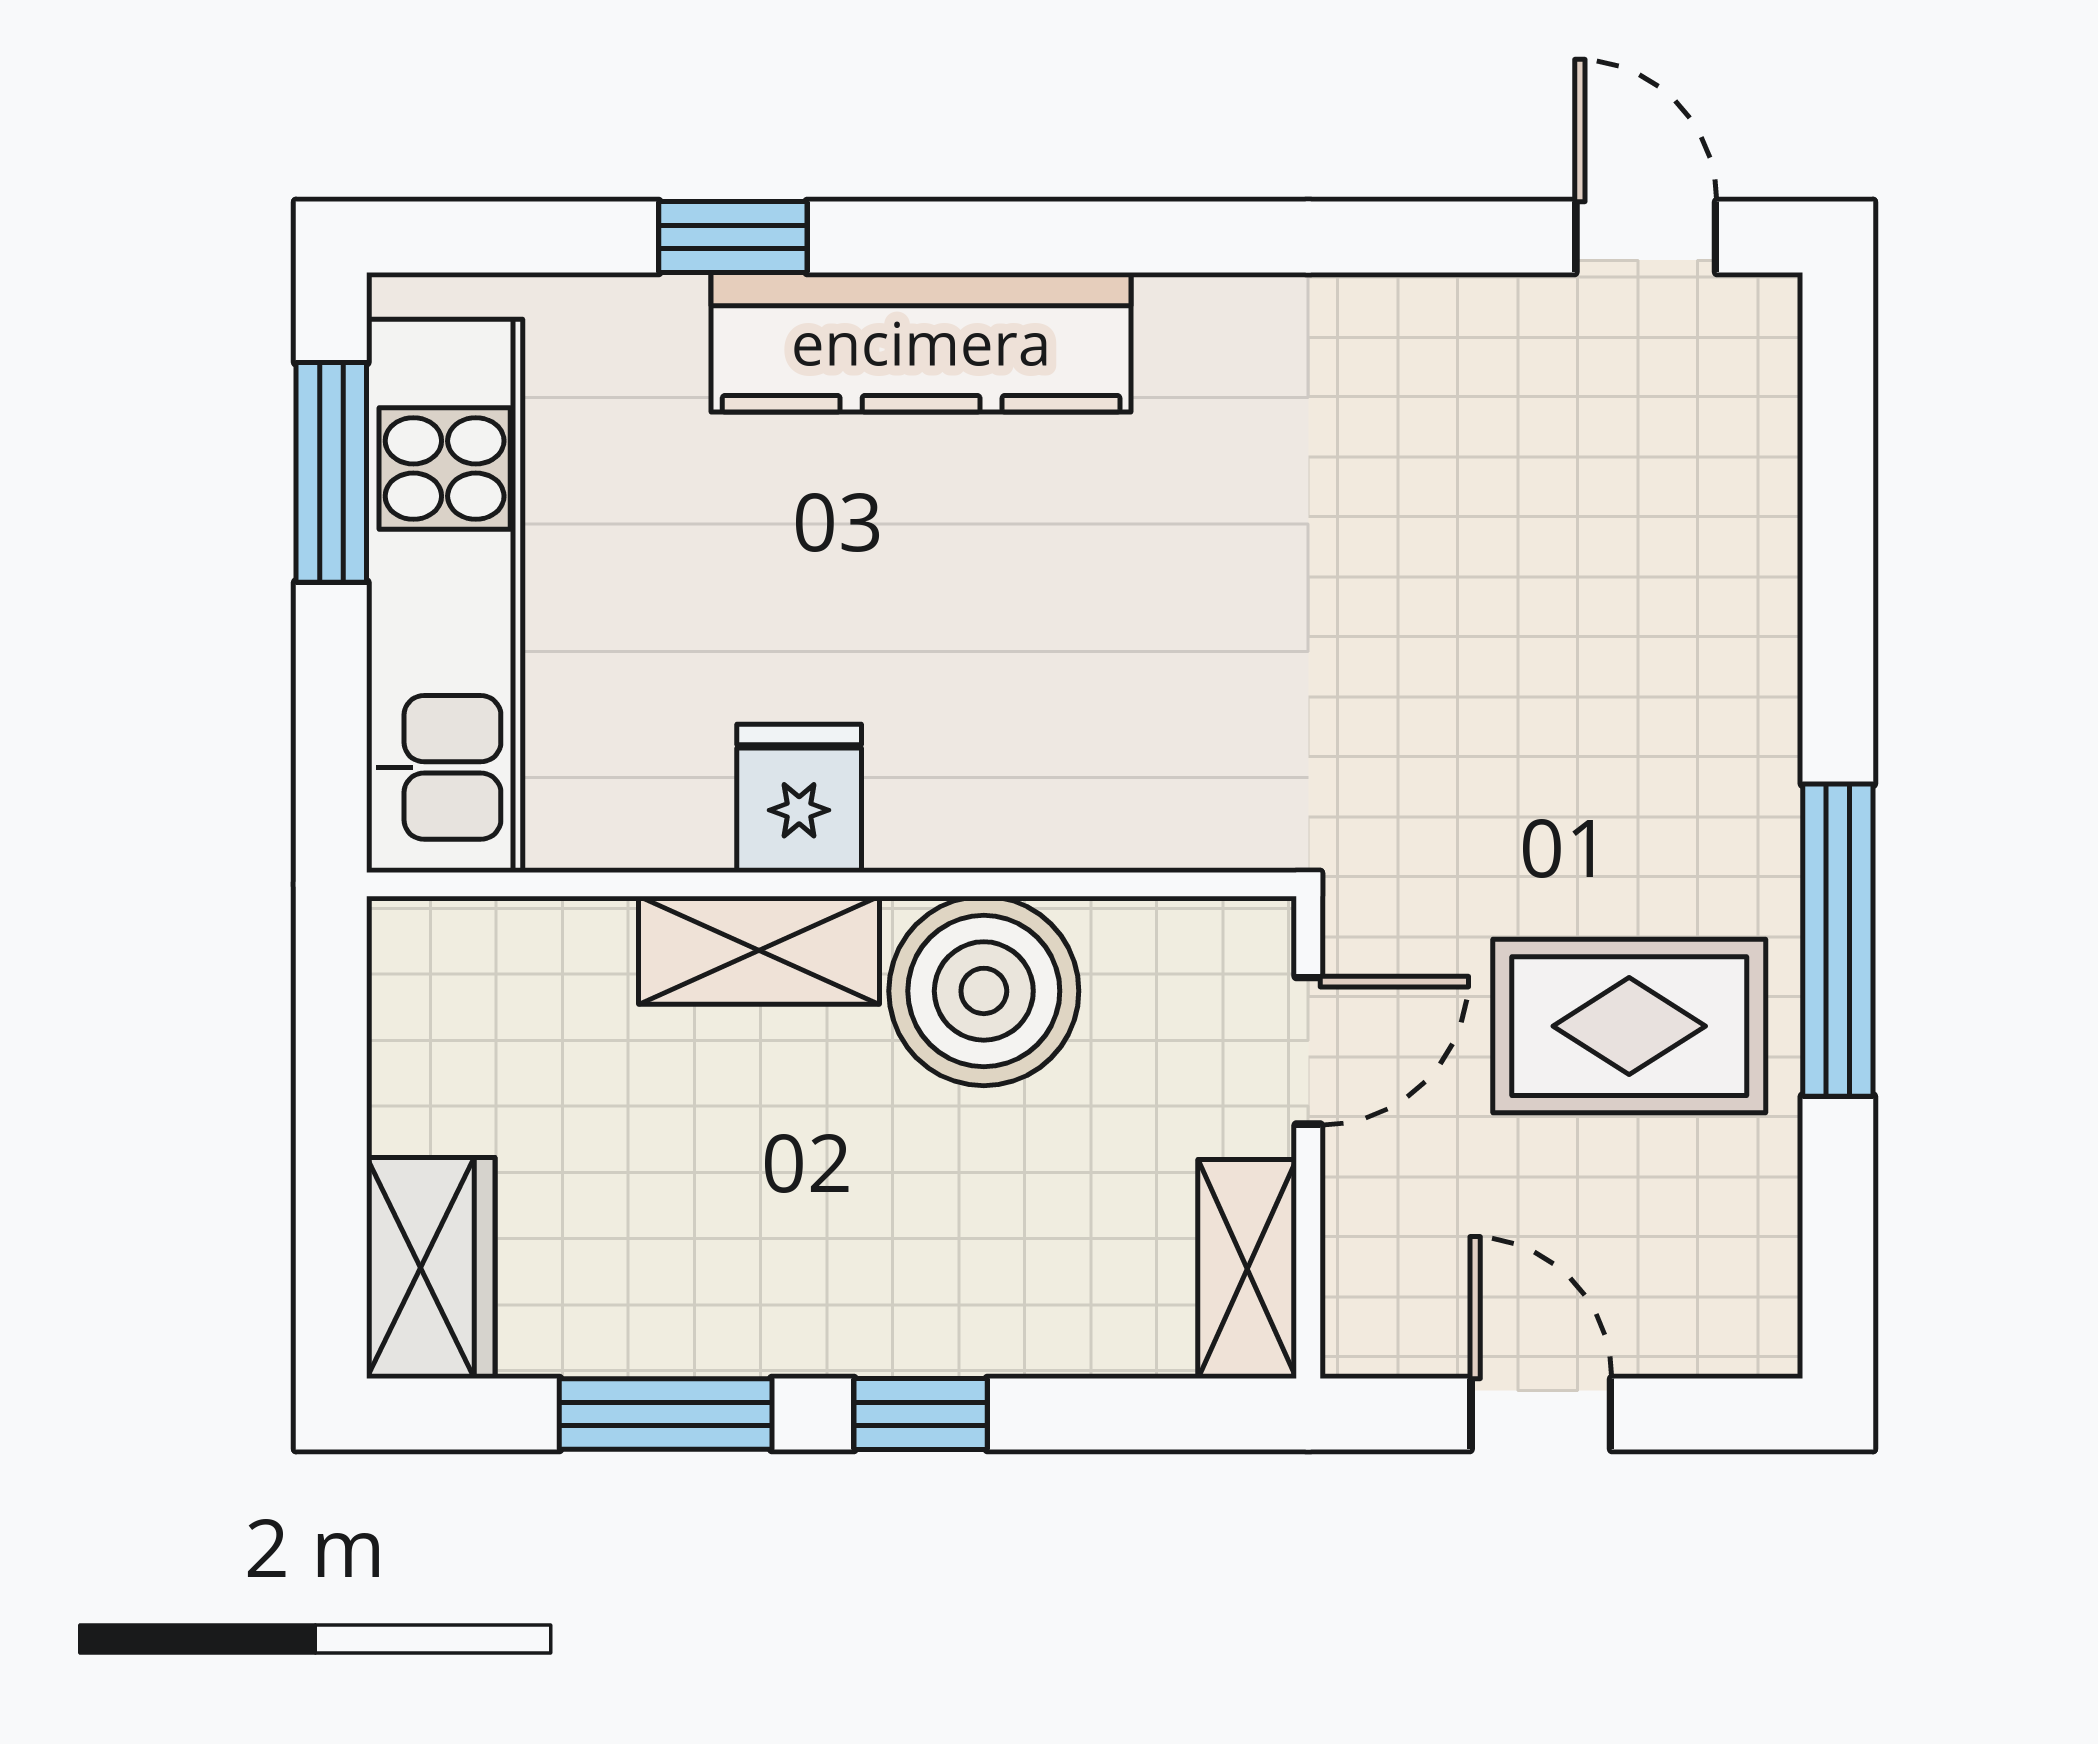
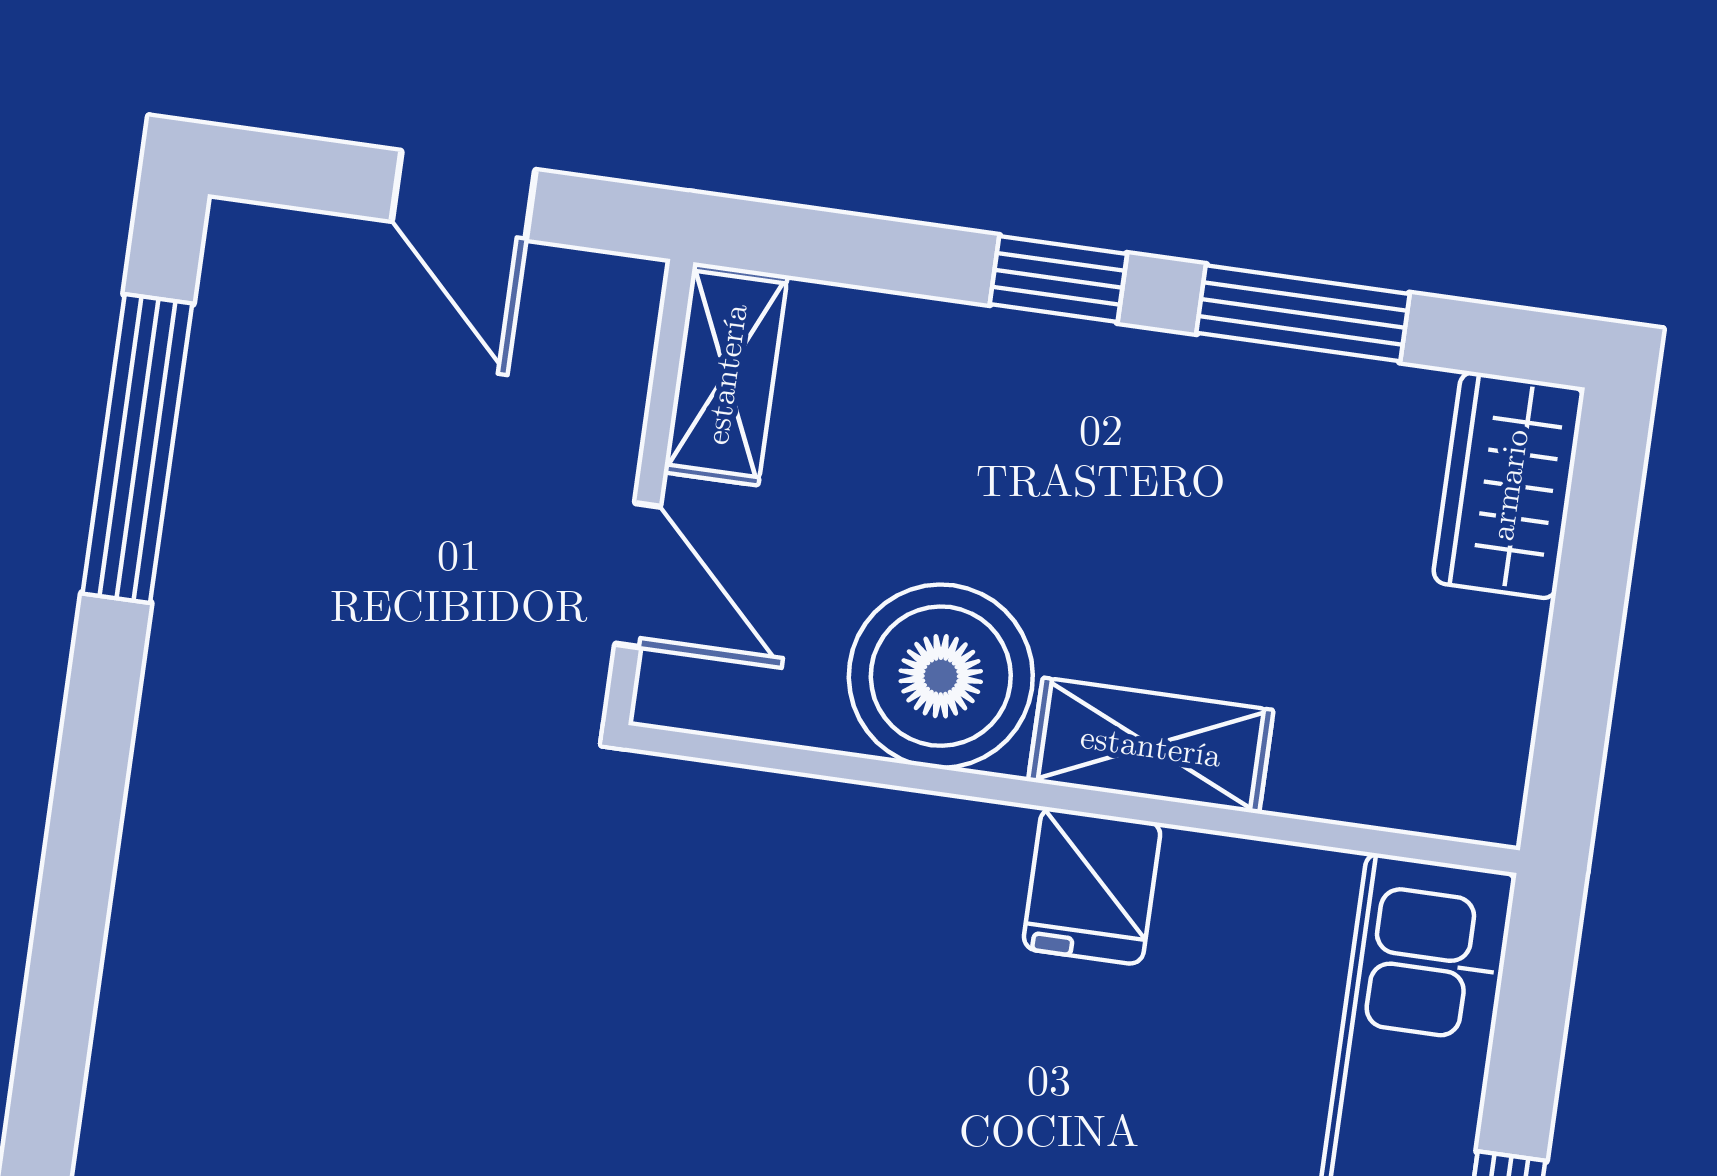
window: (1838, 940) -> (137, 449), moved
rug: (1629, 1026) -> (326, 556), removed
door: (1308, 1051) -> (638, 575), swing flipped

